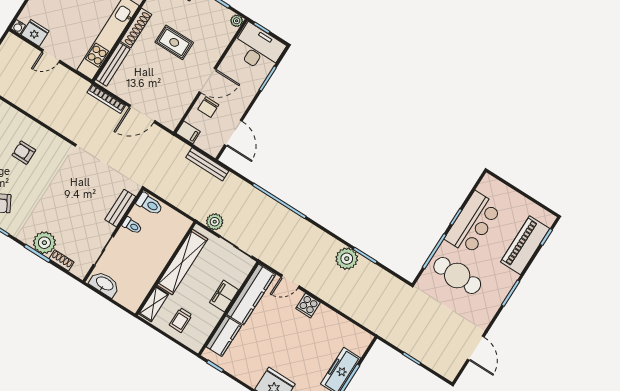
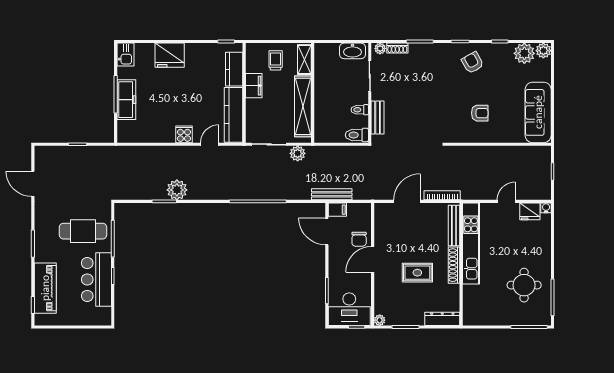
chair: (208, 107) -> (359, 239), turned 180
filing cabinet: (188, 132) -> (337, 210), moved, turned 180
plant: (44, 243) -> (380, 48), moved, width x0.53, depth x0.53
filing cabinet: (224, 296) -> (254, 86), moved

